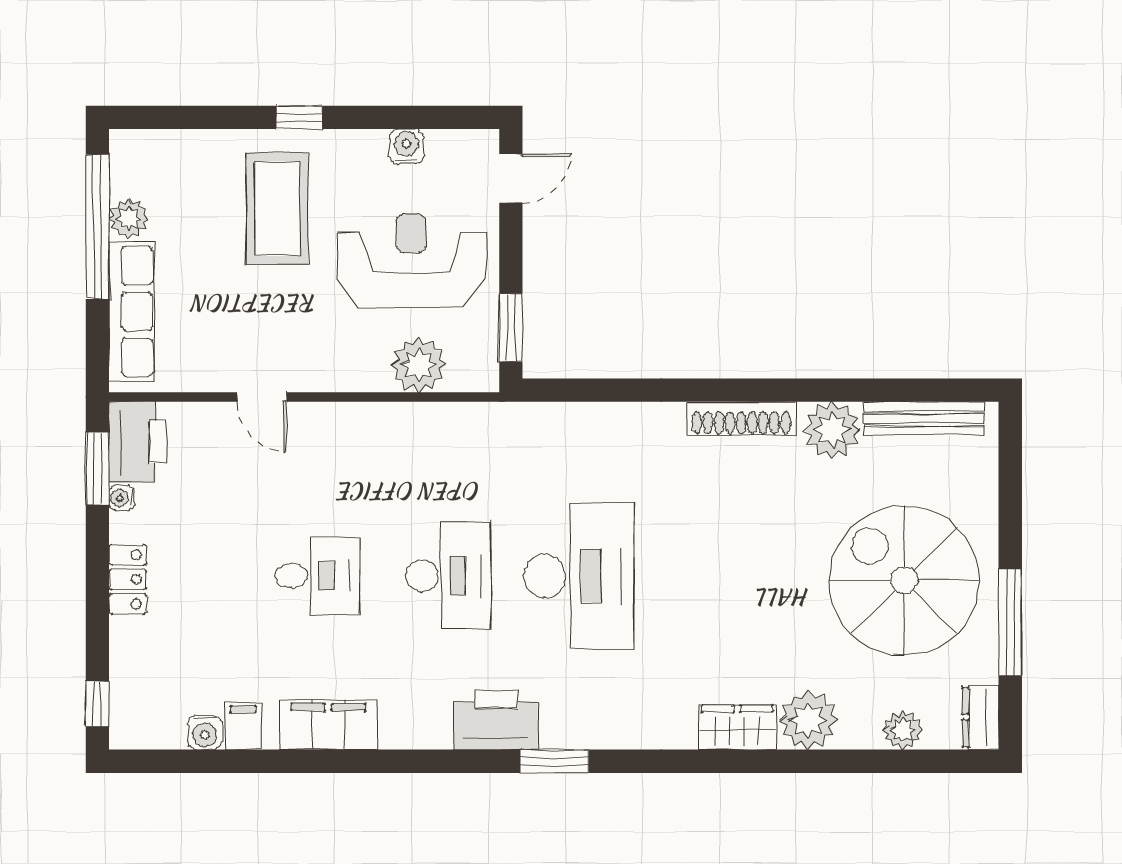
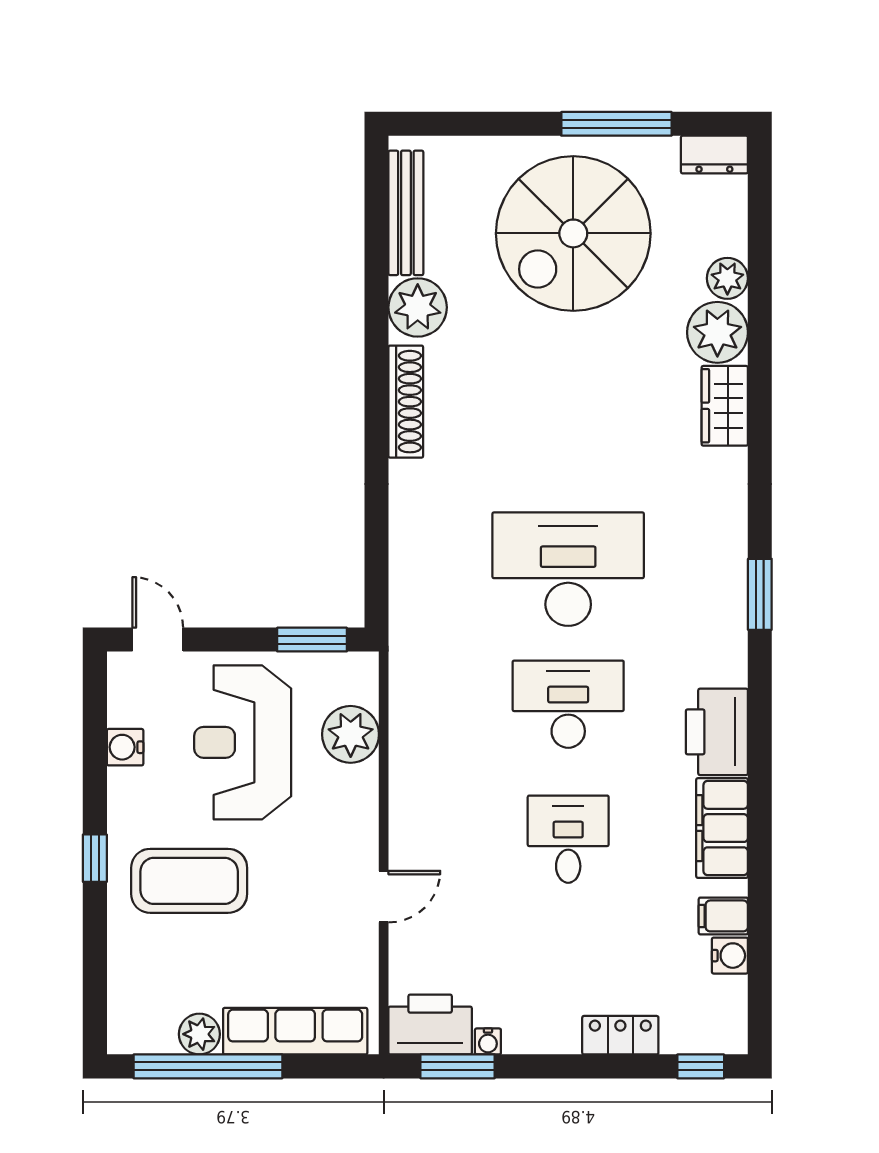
locker: (128, 579) -> (620, 1035), moved
printer: (496, 720) -> (717, 732), moved
plant: (903, 730) -> (727, 278), moved

